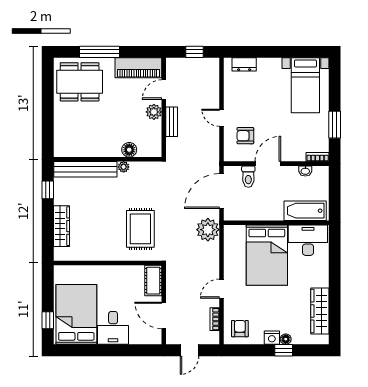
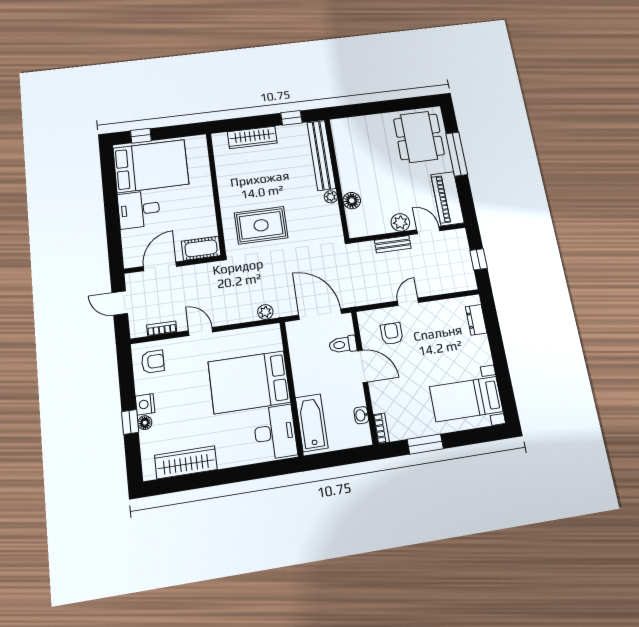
plant: (208, 230) -> (265, 312), width x0.53, depth x0.53

